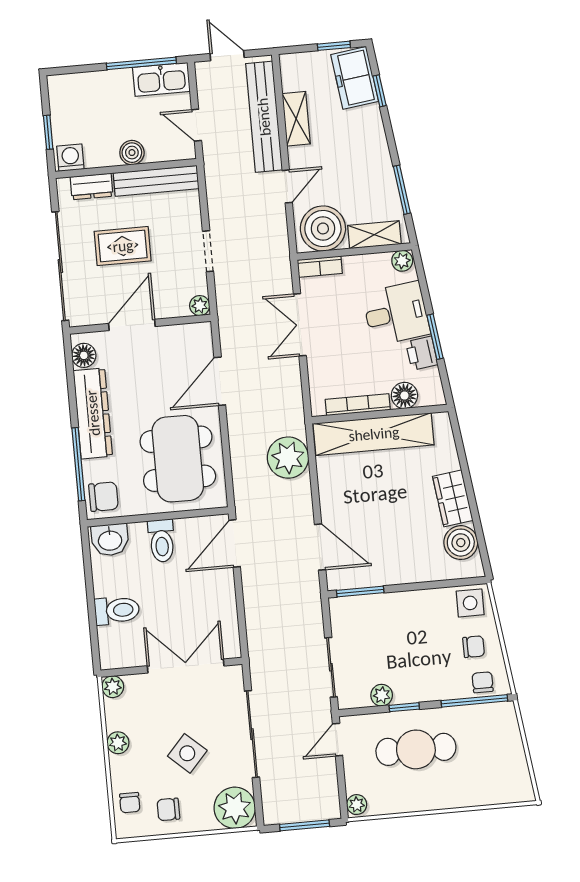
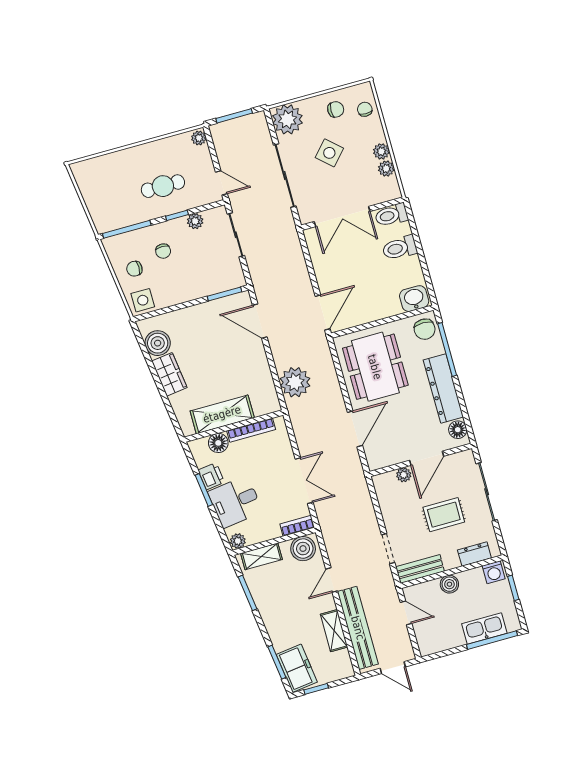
window: (141, 63) -> (492, 640), moved
kitchen sink: (161, 79) -> (484, 629), moved
window: (380, 91) -> (277, 662), width x1.50
bench: (156, 181) -> (420, 569), width x0.73
boiler: (323, 228) -> (303, 549), width x0.73, depth x0.73
doorway: (208, 251) -> (388, 549), moved
sliding door: (60, 266) -> (487, 492), width x0.73
plant: (200, 306) -> (404, 475), moved
shelving: (374, 434) -> (222, 414), width x0.68
chair: (103, 497) -> (425, 329), turned -90
toilet: (162, 541) -> (391, 215), moved, turned -90
chair: (483, 682) -> (163, 251), moved
plant: (113, 687) -> (386, 169), moved
door: (338, 740) -> (221, 183), hinge flipped
cafe table: (416, 749) -> (163, 186), width x0.73, depth x0.74

